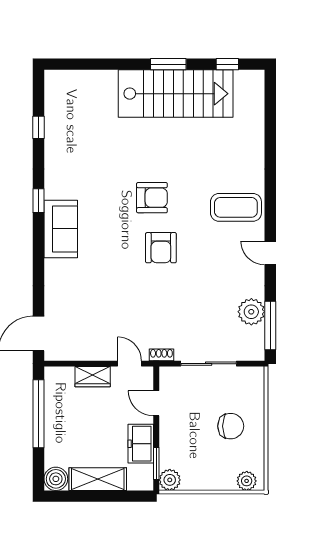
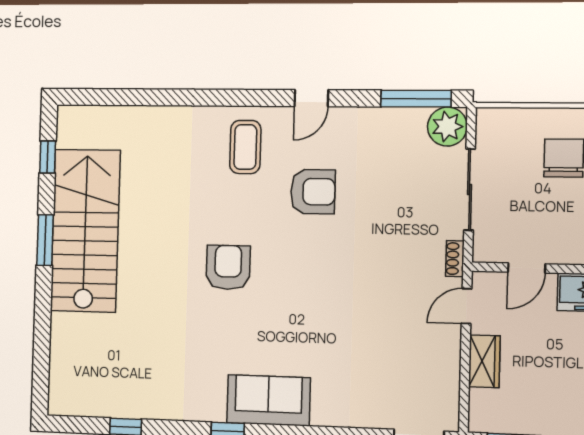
coffee table: (236, 207) -> (245, 147), width x0.73, depth x0.76
armchair: (161, 248) -> (313, 192), moved
plant: (251, 312) -> (447, 127), moved

